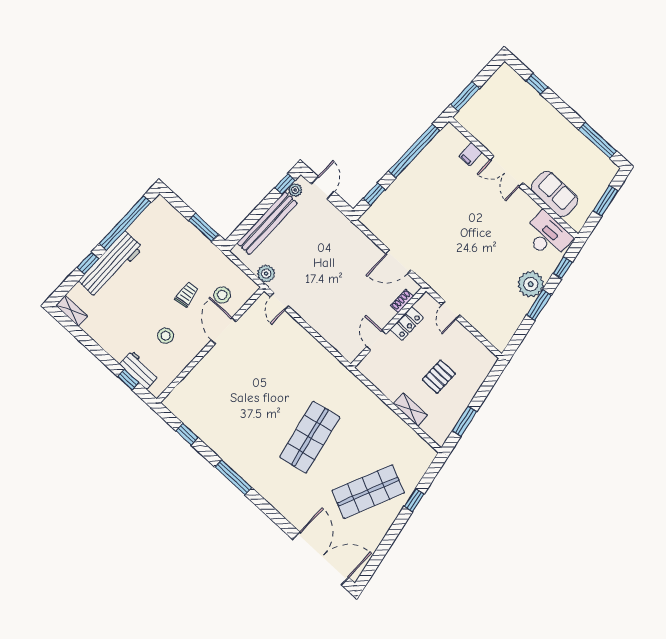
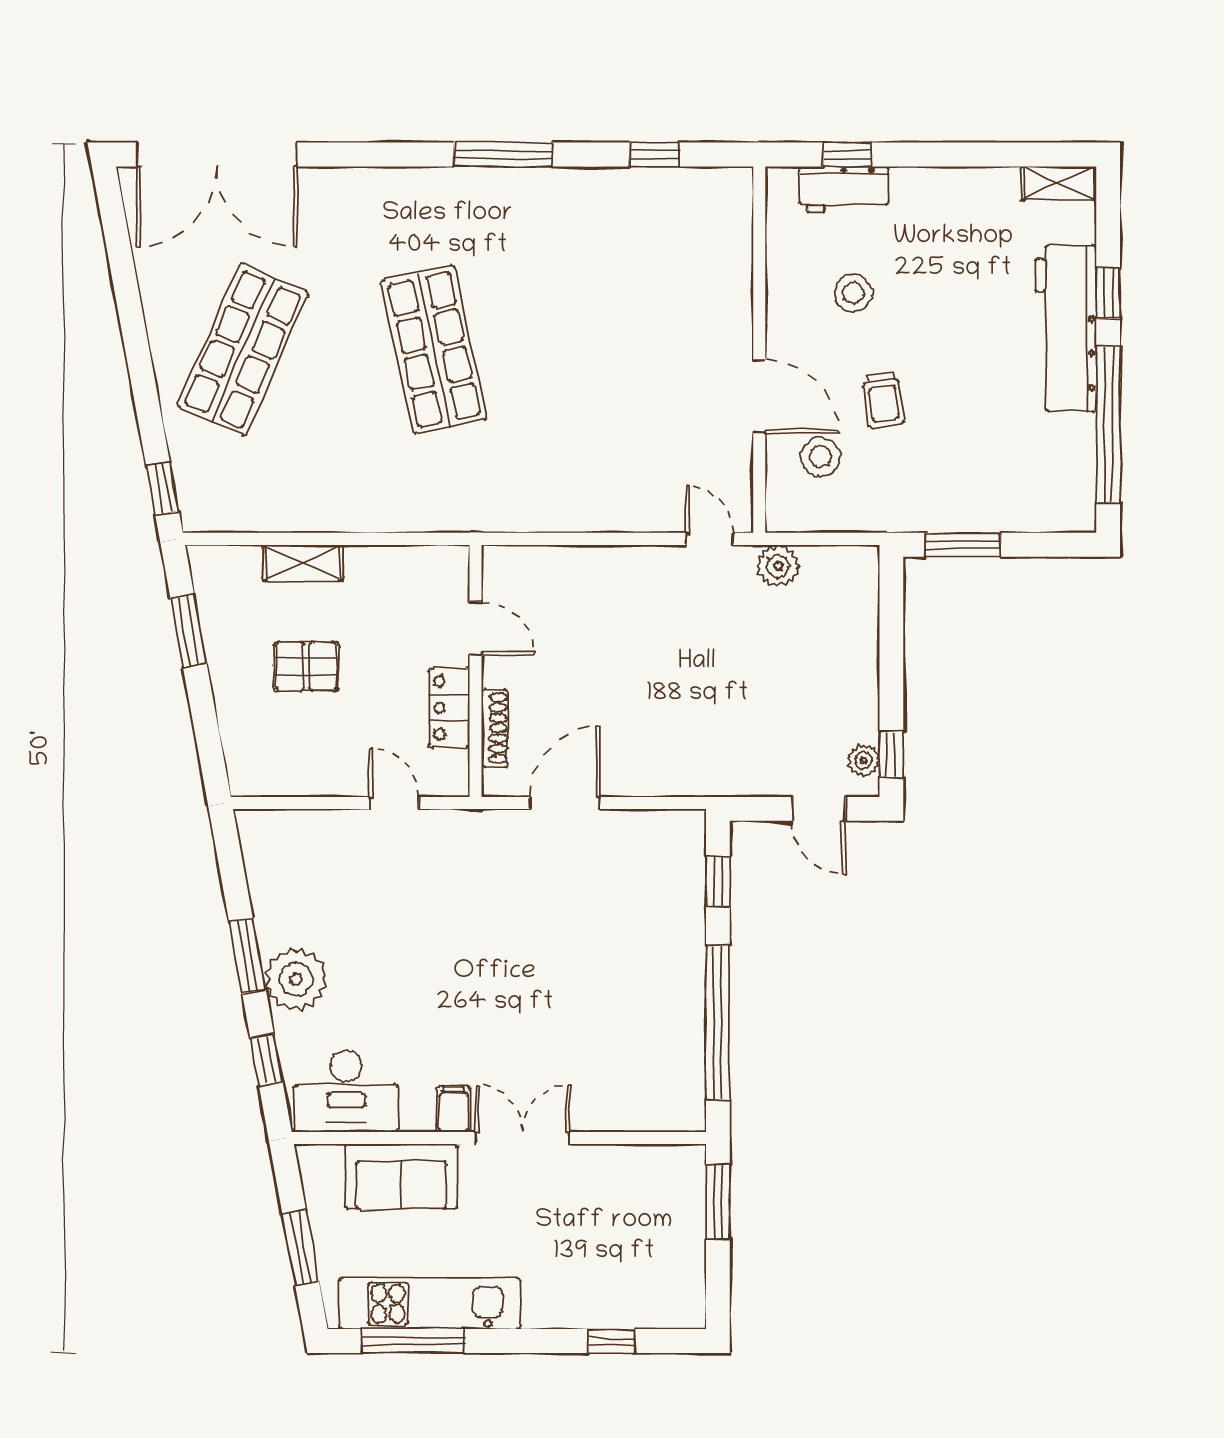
kitchen unit: (582, 147) -> (430, 1304), added
filing cabinet: (471, 154) -> (454, 1109), moved
bench: (267, 223) -> (858, 656), removed
shoe rack: (402, 301) -> (495, 728), width x1.43
pallet: (439, 377) -> (306, 667), turned 90
window: (414, 500) -> (162, 488), moved

